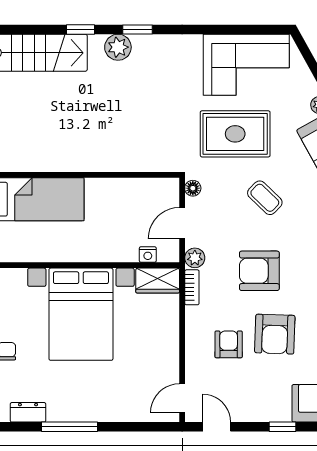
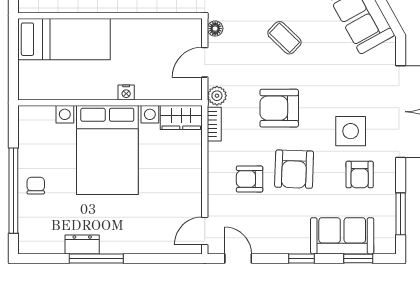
nightstand: (148, 255) -> (126, 92), moved
armchair: (229, 344) -> (250, 179), turned -90
dresser: (28, 412) -> (82, 244), moved

